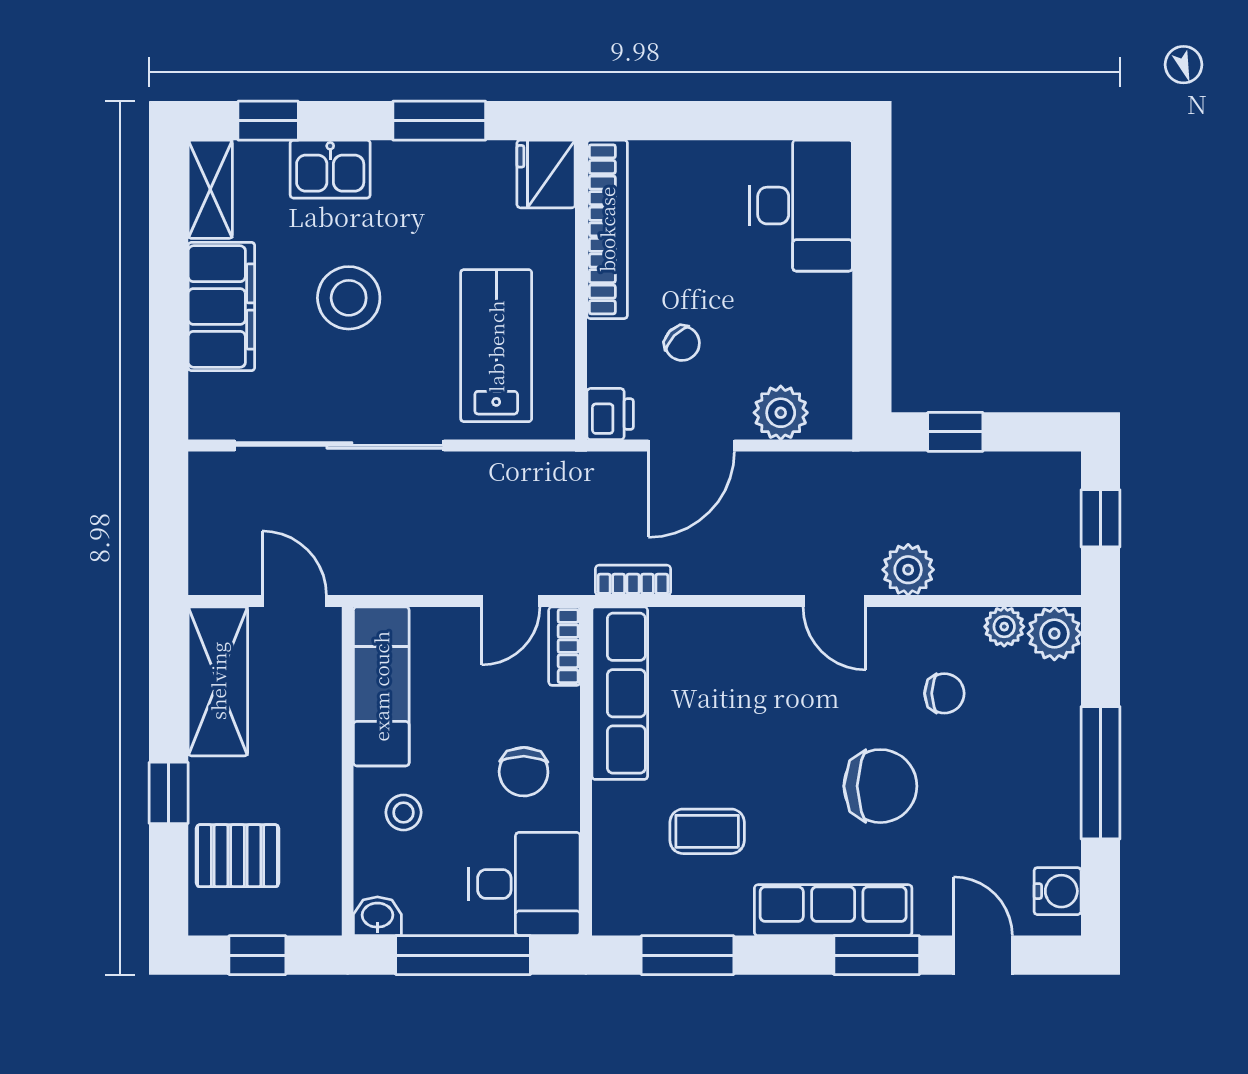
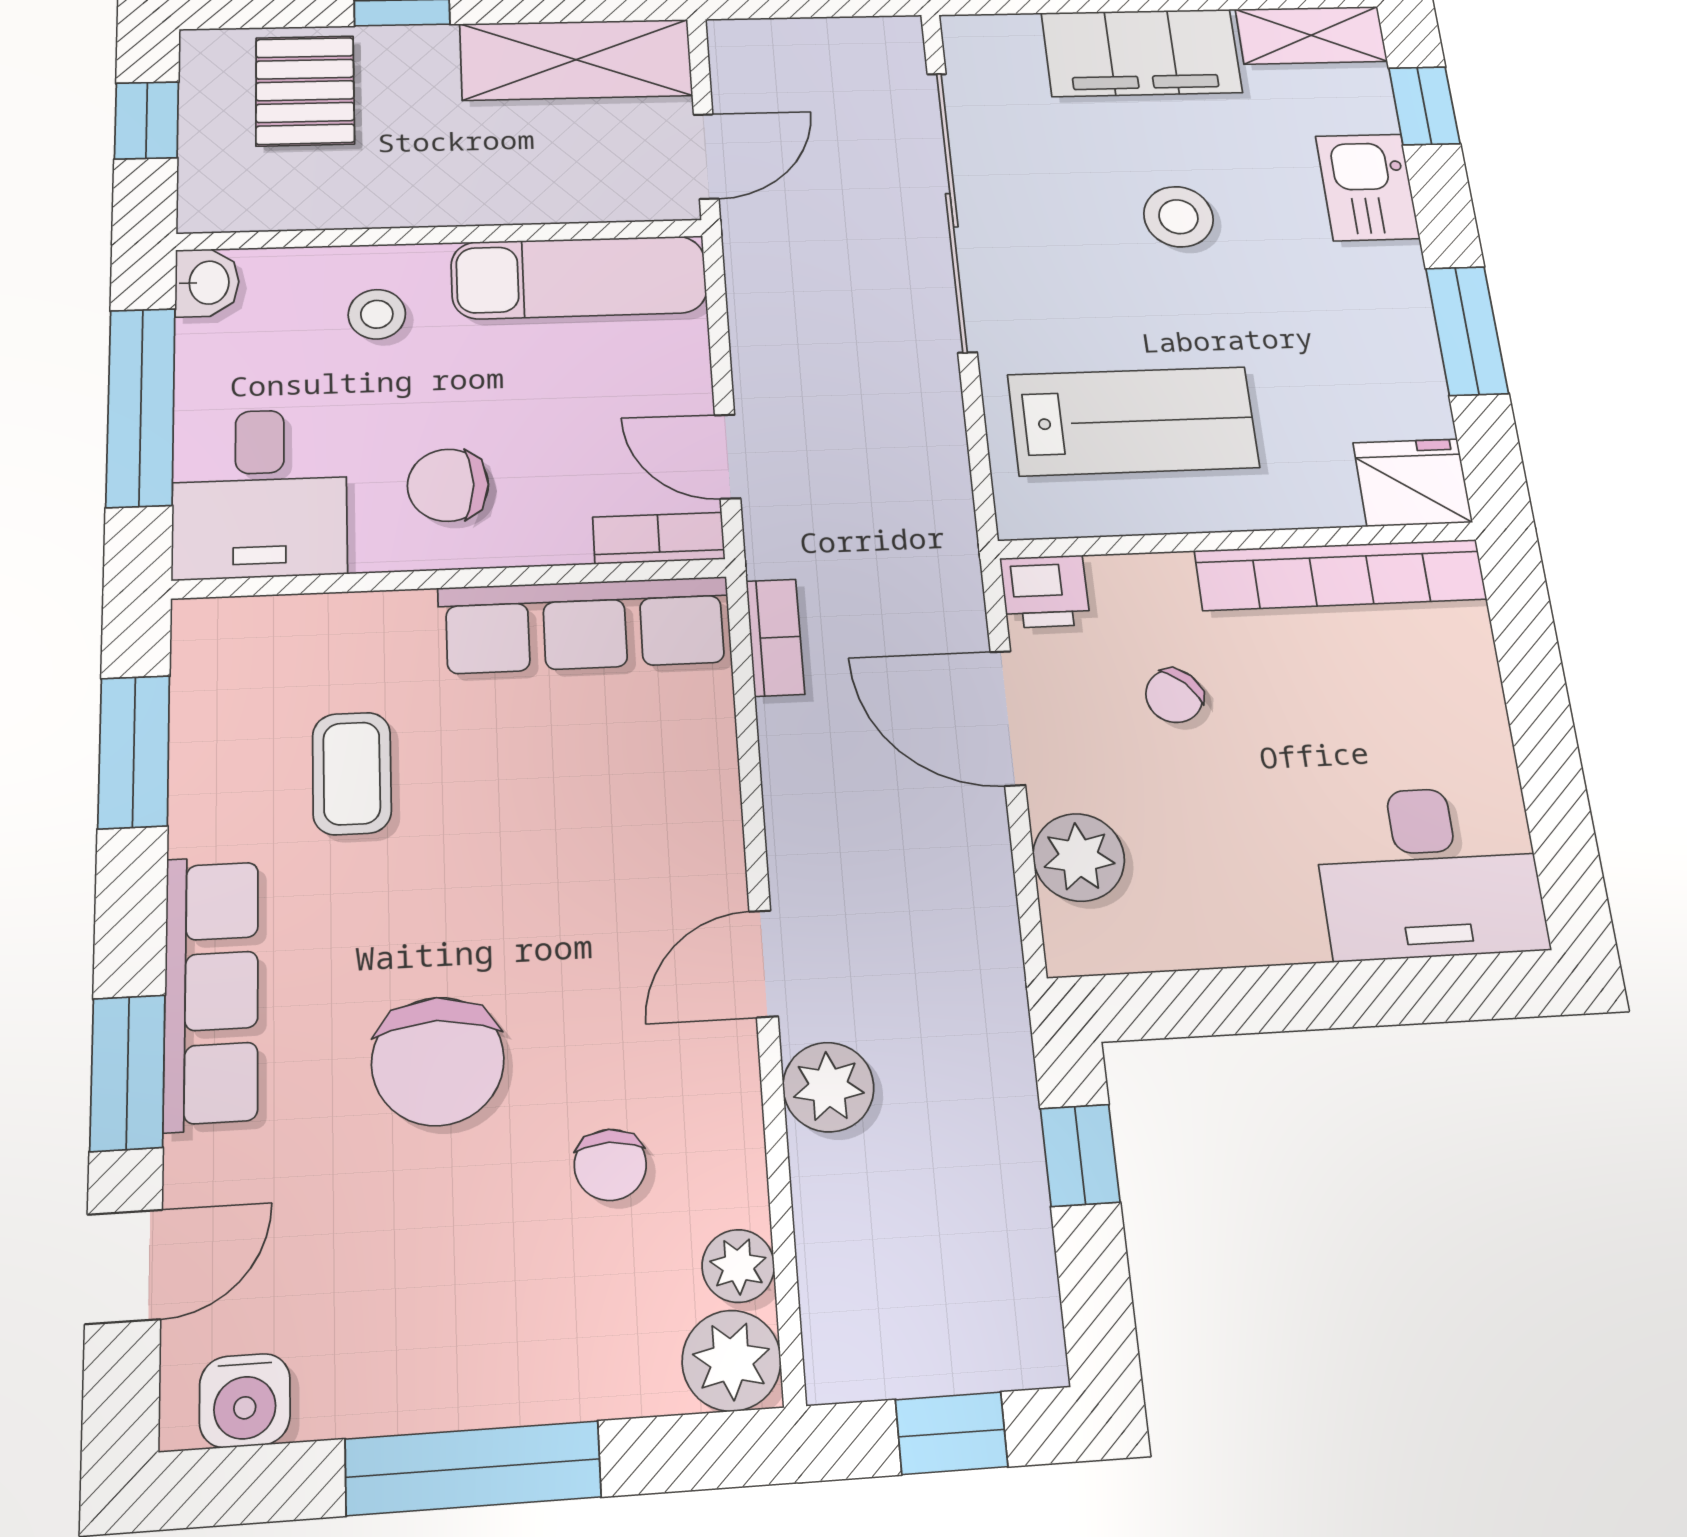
stool: (349, 298) -> (1178, 217), width x0.73, depth x0.73

